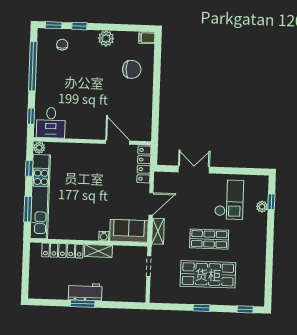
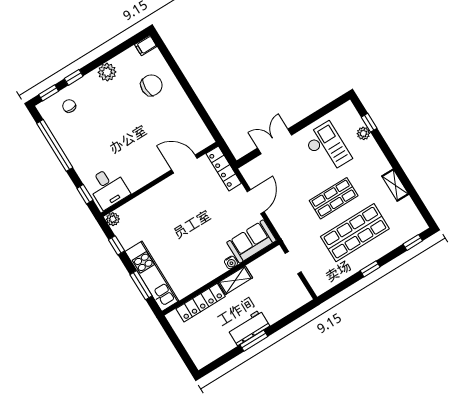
kitchen unit: (40, 197) -> (152, 276), width x0.73
shelving: (158, 231) -> (395, 185), moved

